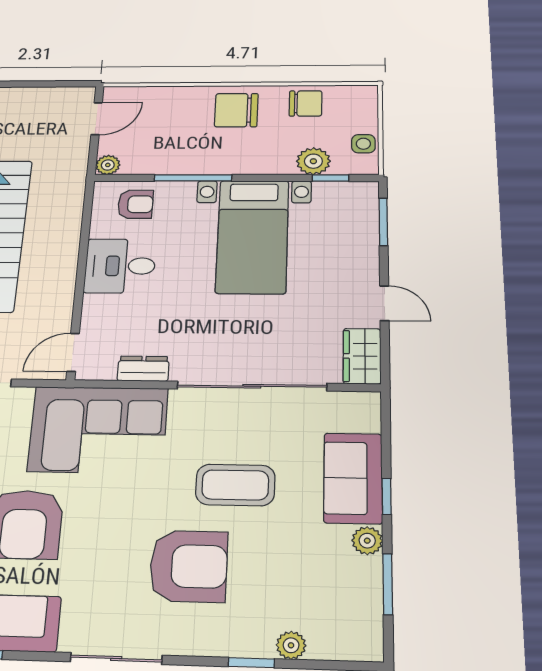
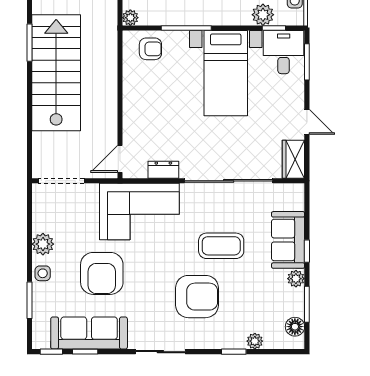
desk: (120, 266) -> (284, 52), moved, turned 90
floor lamp: (366, 622) -> (295, 327), added

